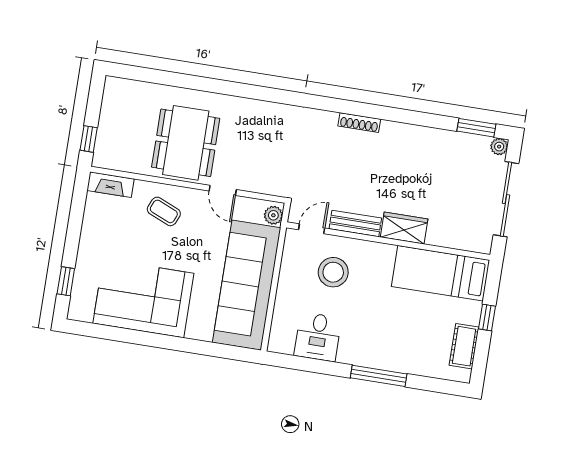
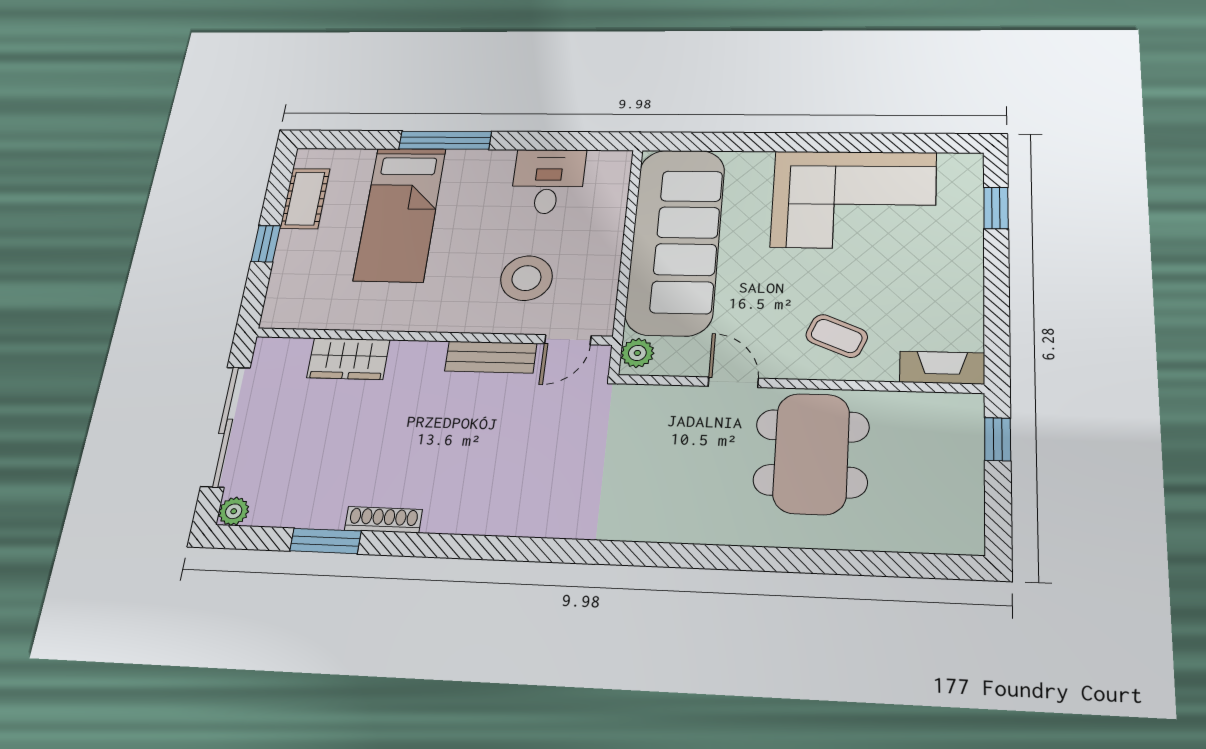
shoe rack: (359, 123) -> (383, 520), moved
window: (476, 128) -> (325, 541), moved
wardrobe: (404, 228) -> (348, 359), moved
bed: (440, 273) -> (400, 214), moved, turned 90

